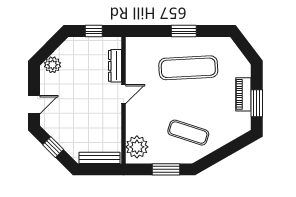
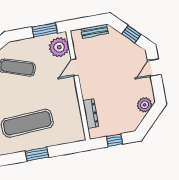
door: (123, 94) -> (75, 67), moved
bench: (99, 158) -> (94, 31), width x0.73
window: (166, 169) -> (45, 30), moved

